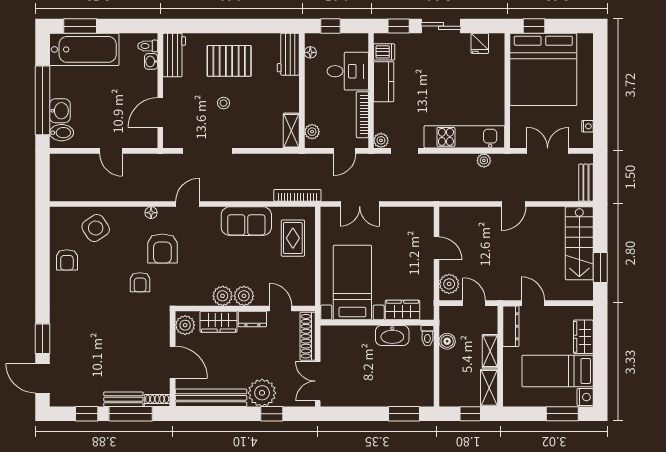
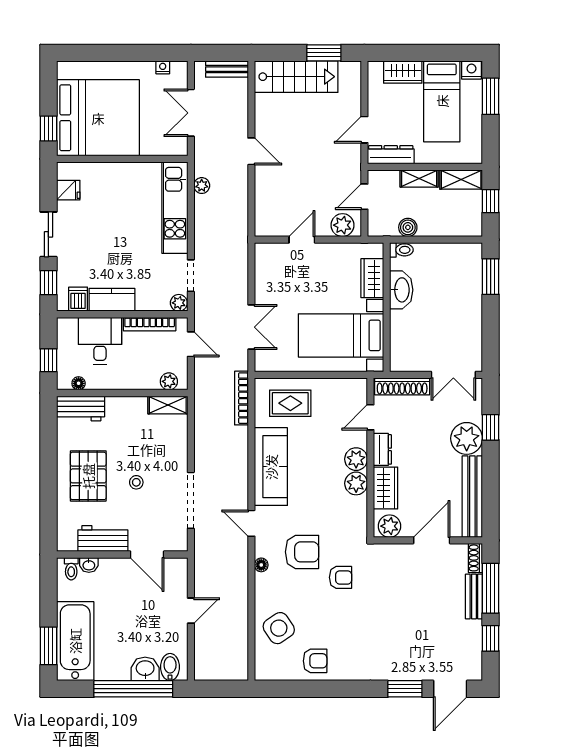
workbench: (174, 55) -> (103, 539), moved
sofa: (246, 221) -> (271, 467), width x1.36

